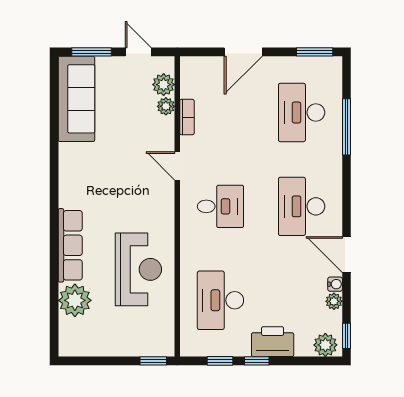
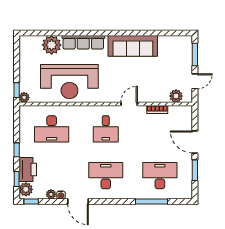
window: (315, 52) -> (195, 170), moved
sofa: (77, 99) -> (133, 46), moved
plant: (166, 106) -> (24, 97), moved
door: (346, 255) -> (78, 202), swing flipped
reception desk: (138, 269) -> (69, 82), width x1.36, depth x1.30
desk: (220, 300) -> (52, 129), turned 180
printer: (273, 342) -> (28, 169), moved
window: (220, 361) -> (17, 179), moved

